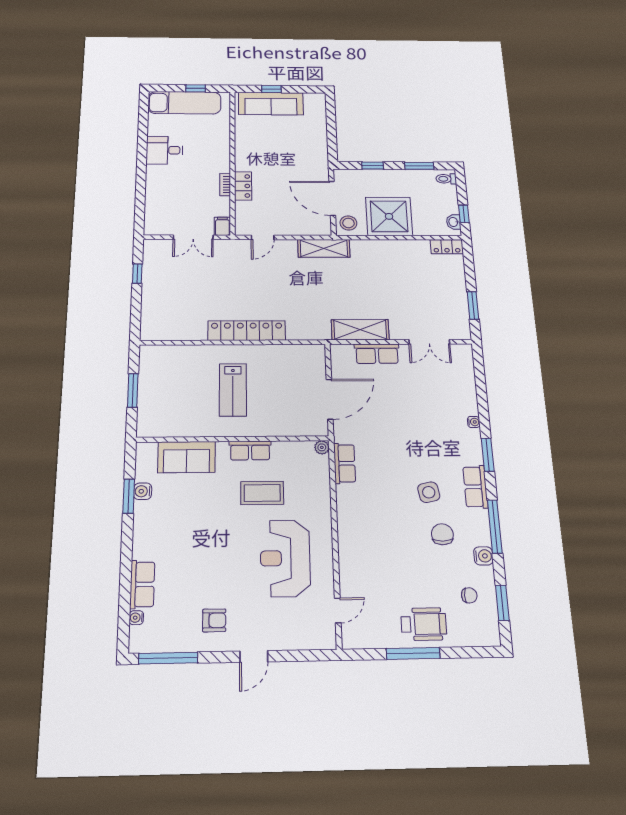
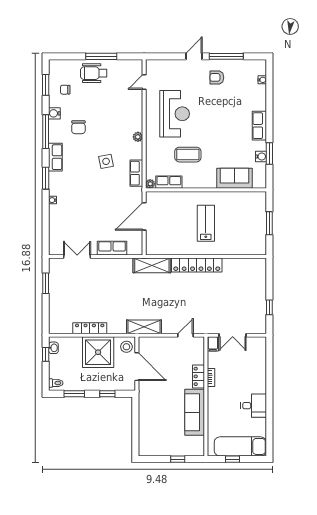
sofa: (271, 104) -> (195, 412), moved, turned -90
double door: (193, 237) -> (233, 335), swing flipped
locker: (447, 247) -> (90, 328), moved, width x1.53
shelving: (360, 330) -> (152, 265), moved
row of seats: (250, 450) -> (169, 182), moved
side table: (429, 492) -> (106, 161), moved
plant: (345, 520) -> (138, 137), added
row of seats: (142, 584) -> (259, 126), moved
window: (168, 658) -> (226, 56), moved

